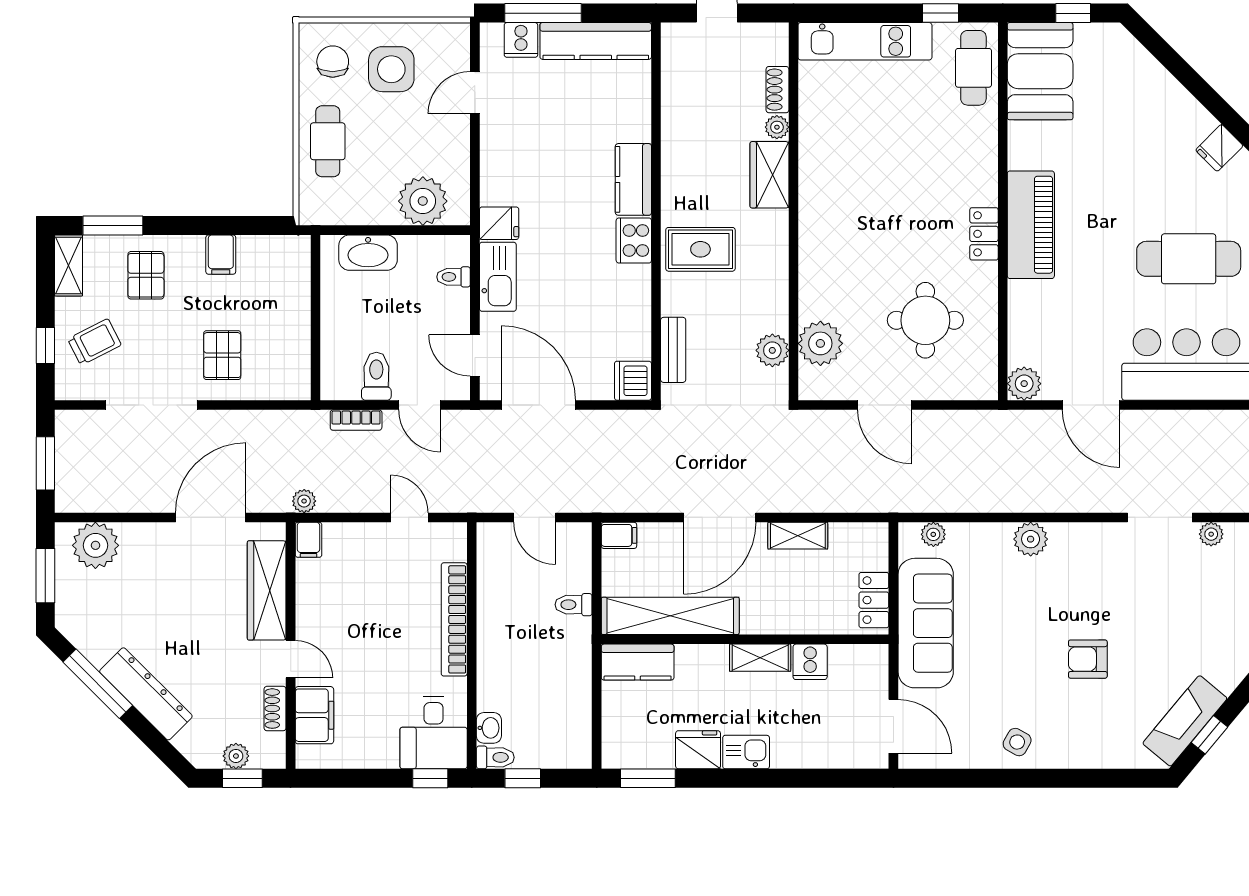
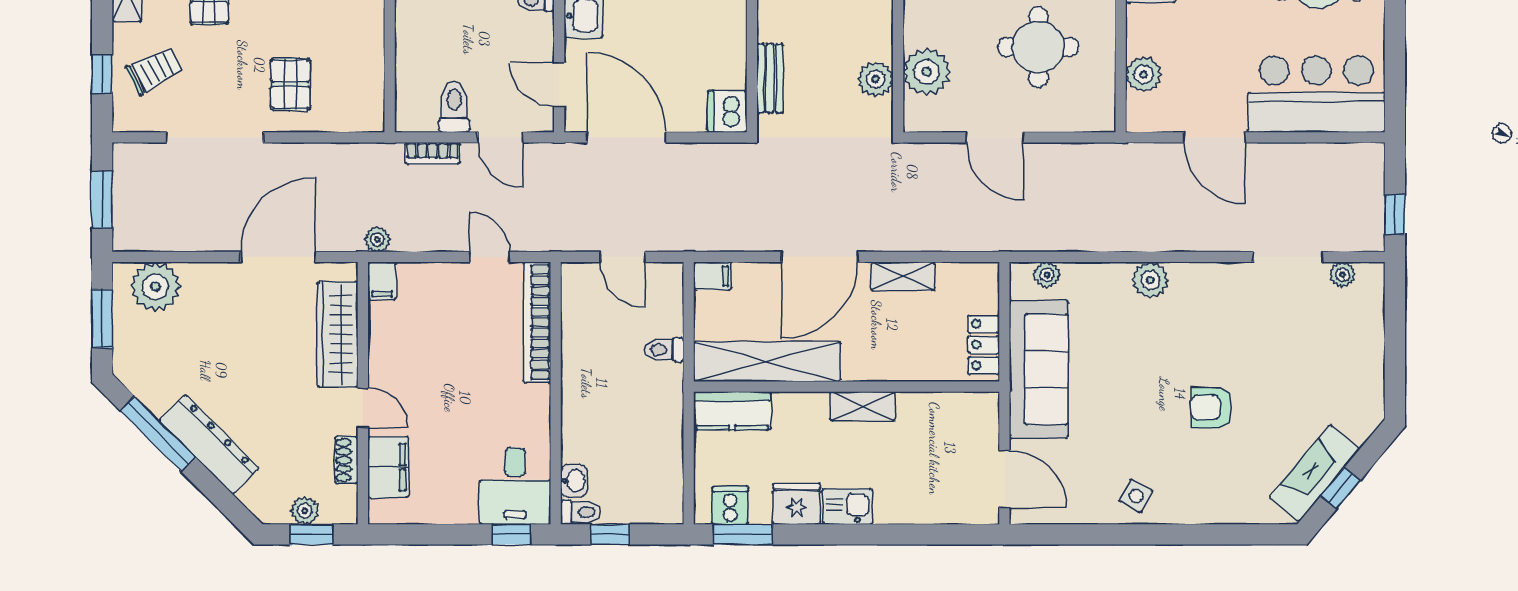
plant: (1024, 384) -> (1144, 74), moved
bookcase: (454, 619) -> (537, 322), moved
cooker: (810, 662) -> (730, 505), moved, turned 180

